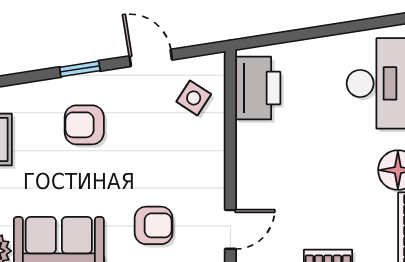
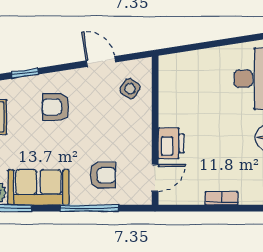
window: (80, 69) -> (25, 73), moved
printer: (258, 88) -> (171, 143), moved, width x0.73, depth x0.84

